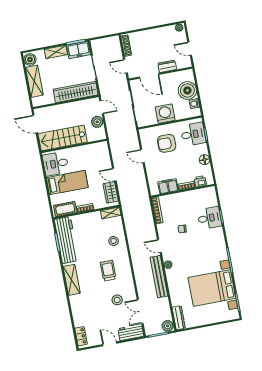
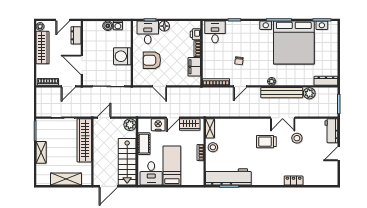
wardrobe: (159, 34) -> (43, 48), added
freezer: (79, 50) -> (43, 130), removed
boiler: (30, 59) -> (44, 179), removed
dresser: (167, 66) -> (76, 35), moved
door: (149, 76) -> (82, 65), swing flipped
boiler: (187, 90) -> (108, 26), width x0.54, depth x0.54
plant: (97, 122) -> (130, 125), moved
armchair: (167, 143) -> (152, 60), turned 90
door: (142, 156) -> (160, 86), hinge flipped
floor lamp: (204, 160) -> (164, 26), moved
nightstand: (105, 162) -> (158, 125), added
cot: (65, 209) -> (144, 144), moved
desk: (209, 218) -> (215, 32), moved
stool: (114, 241) -> (213, 147), moved
door: (159, 246) -> (240, 86), moved
shelving: (72, 280) -> (269, 179), removed
bed with nightstands: (212, 288) -> (294, 43), width x1.36
double door: (140, 311) -> (283, 118), moved
plant: (168, 326) -> (309, 93), moved
locker: (81, 336) -> (294, 181), moved

